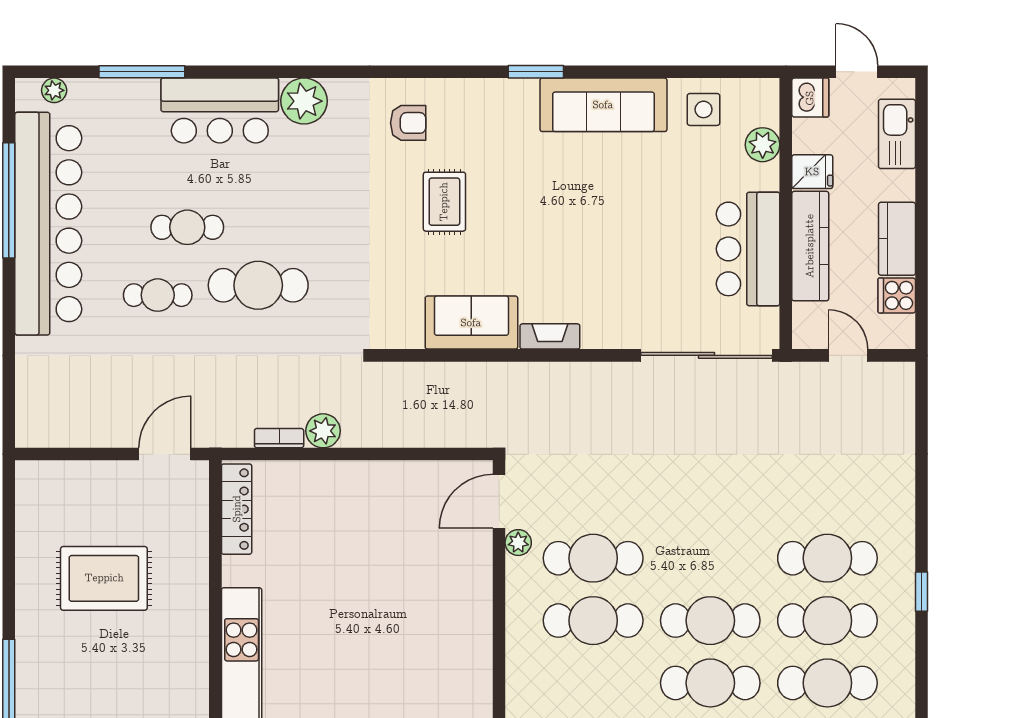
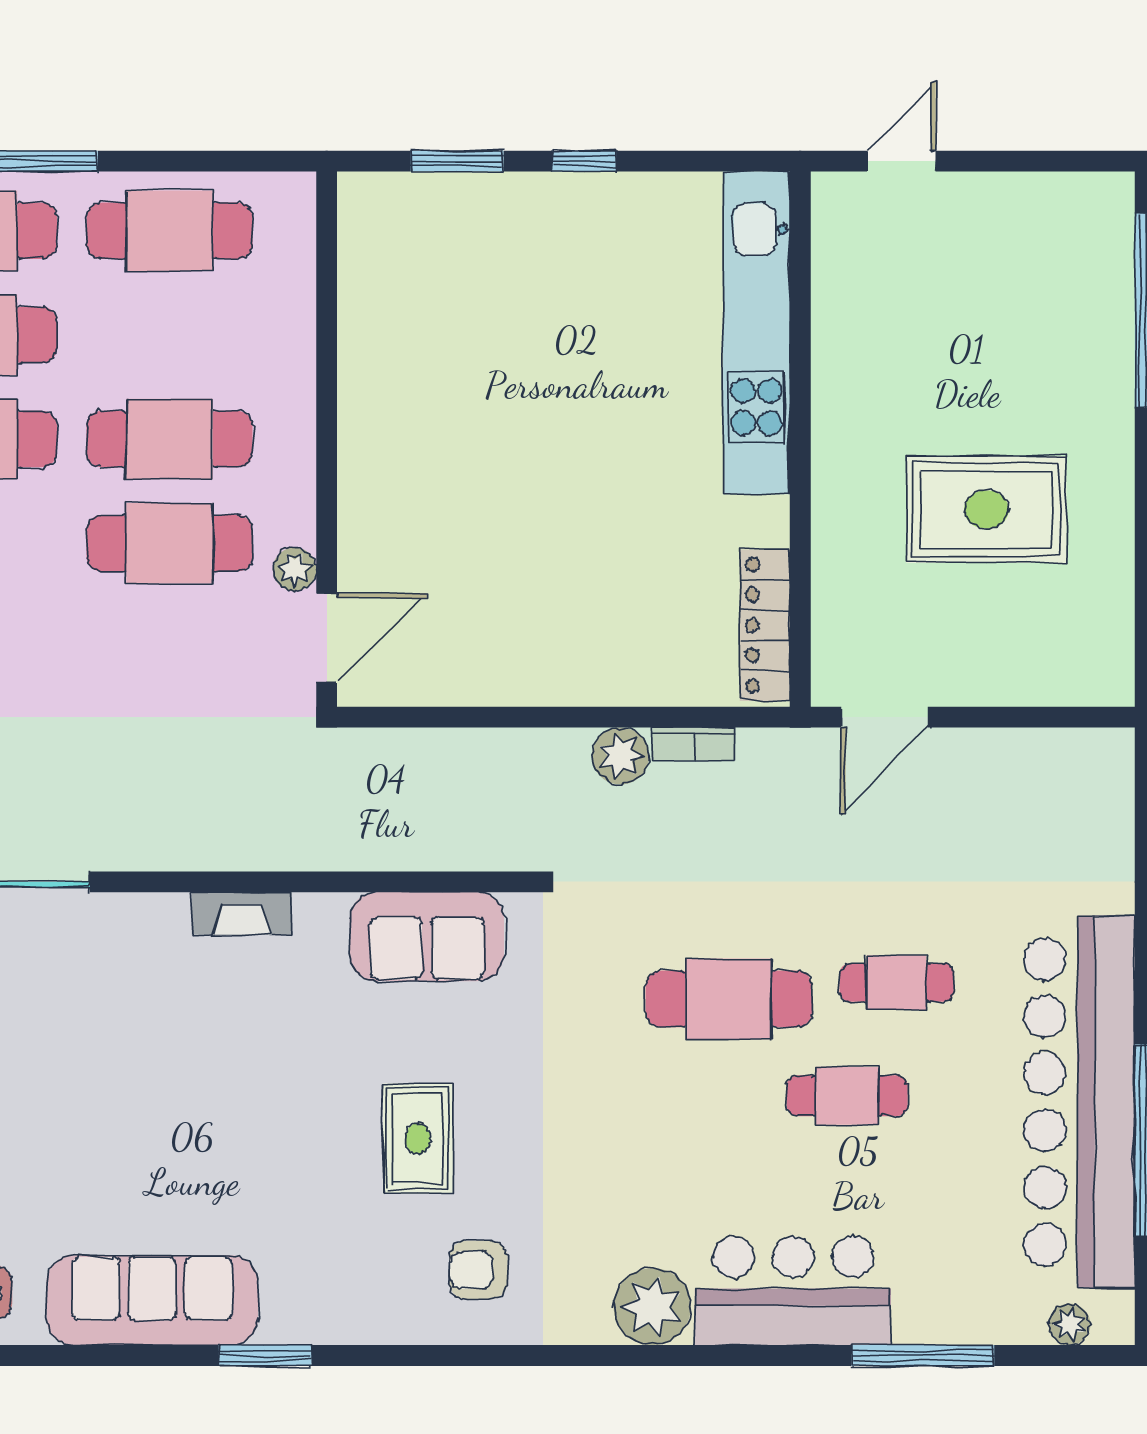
sofa: (471, 323) -> (427, 937), moved

